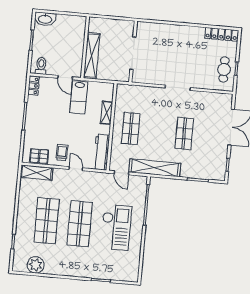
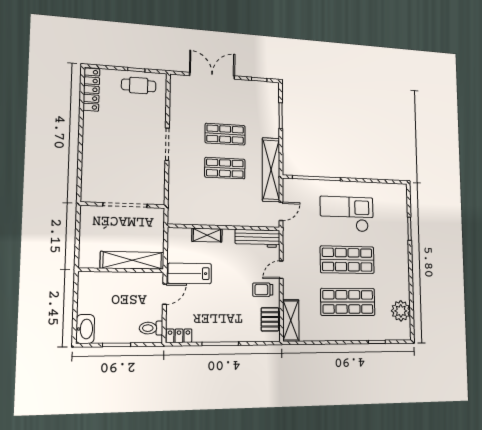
lab bench: (79, 97) -> (190, 273), turned 180
shop shelf: (131, 129) -> (225, 168), moved

